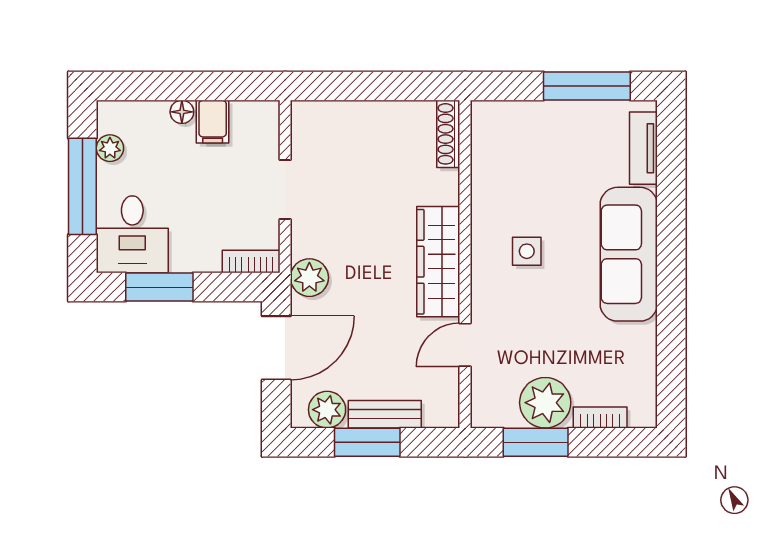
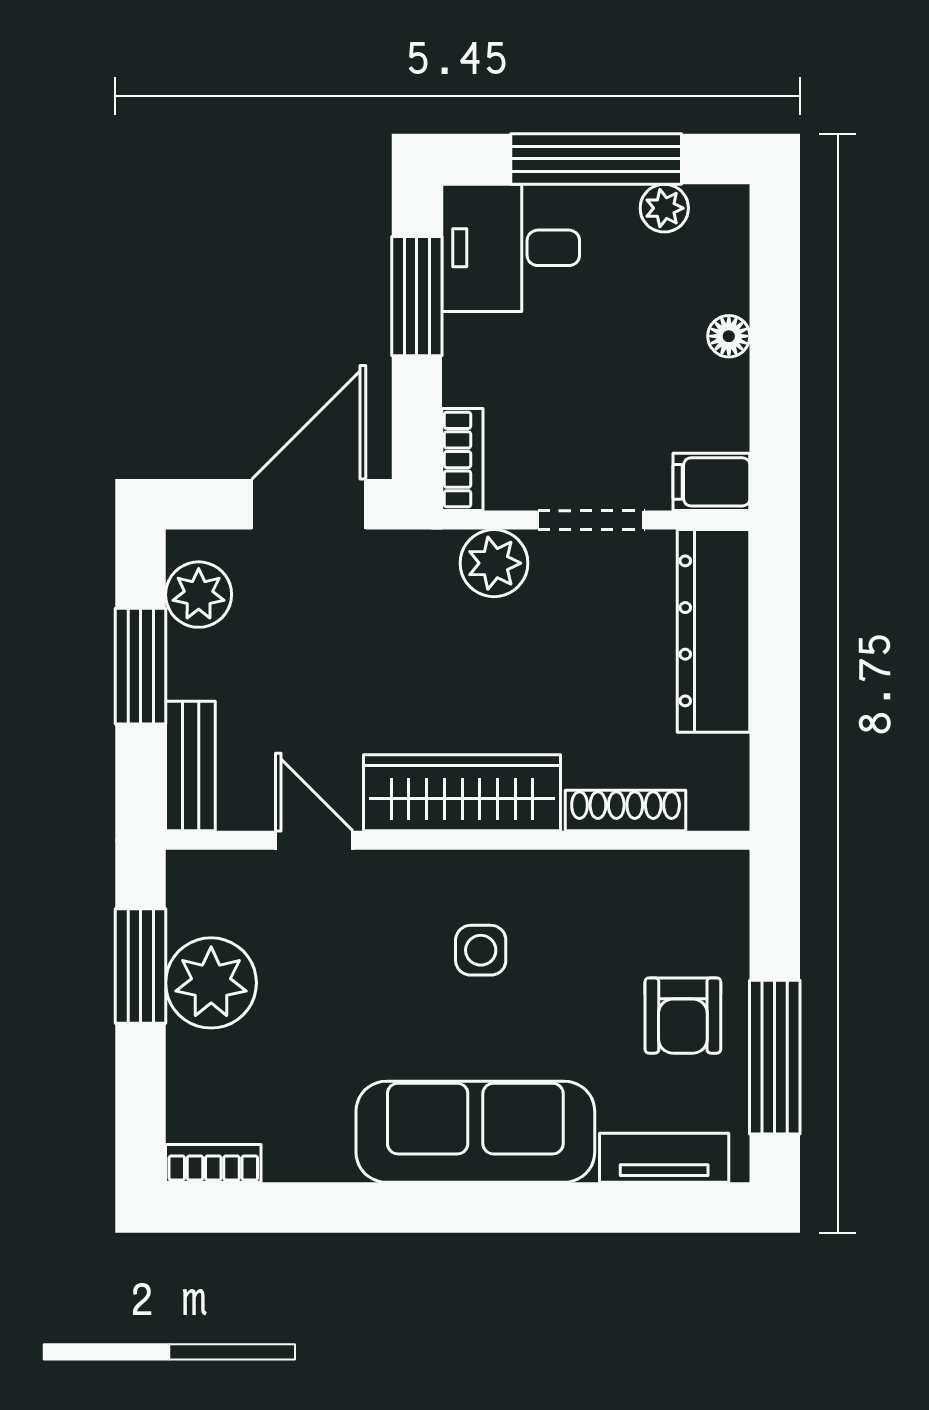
dresser: (347, 120) -> (713, 631), added
filing cabinet: (213, 122) -> (711, 482), moved
shoe rack: (448, 134) -> (626, 810), moved
armchair: (563, 138) -> (683, 1016), added
plant: (309, 278) -> (494, 563), moved
door: (276, 348) -> (309, 504), swing flipped
bench: (385, 414) -> (190, 766), moved
bookcase: (600, 417) -> (213, 1163), moved, turned -90

